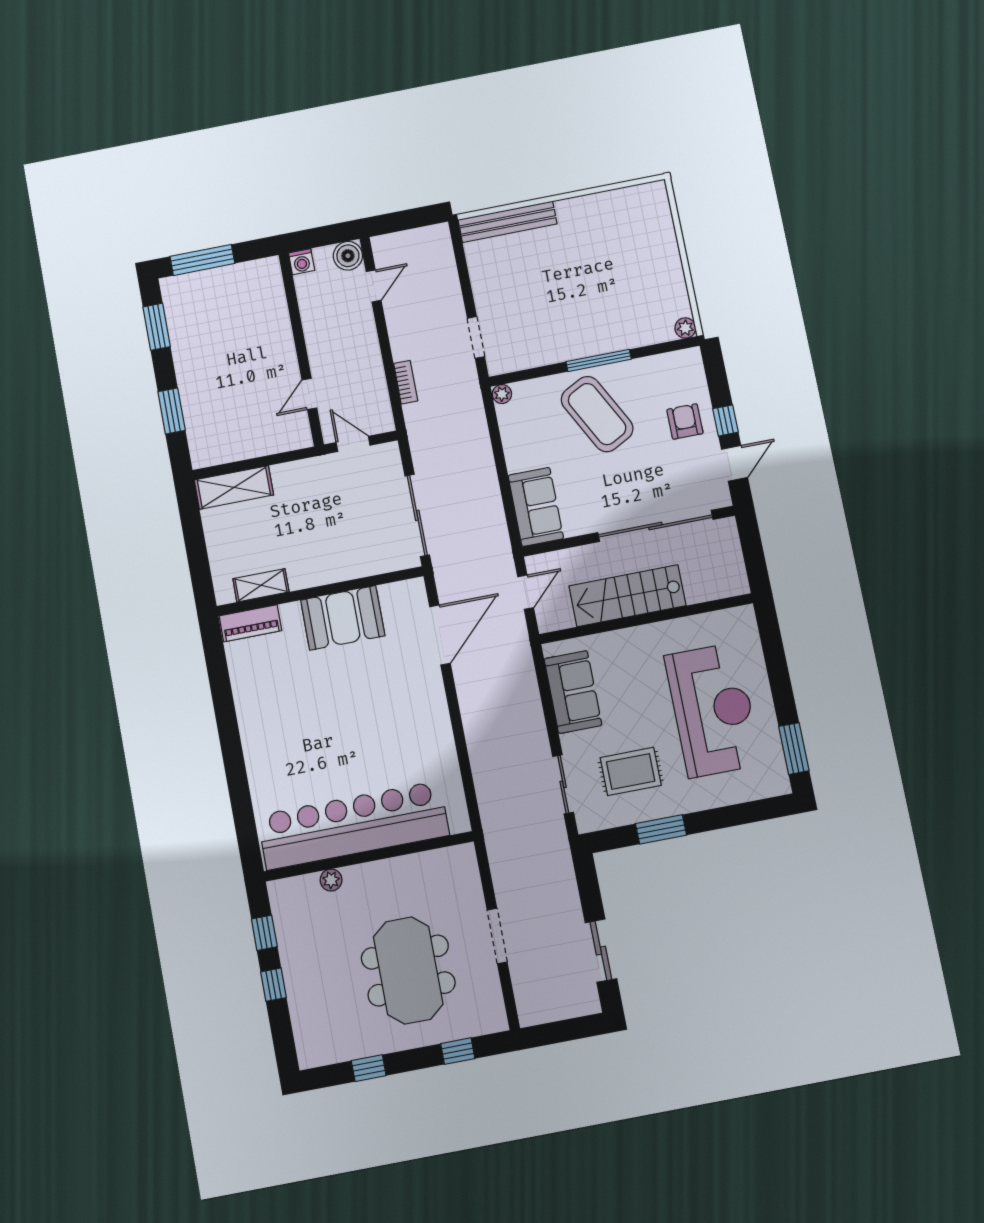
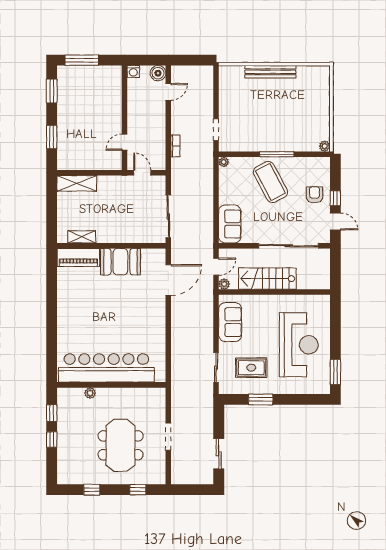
bench: (508, 222) -> (270, 72), moved
door: (734, 463) -> (335, 221), hinge flipped
plant: (547, 622) -> (224, 284), added
piano: (250, 623) -> (78, 258), width x1.37, depth x1.33

